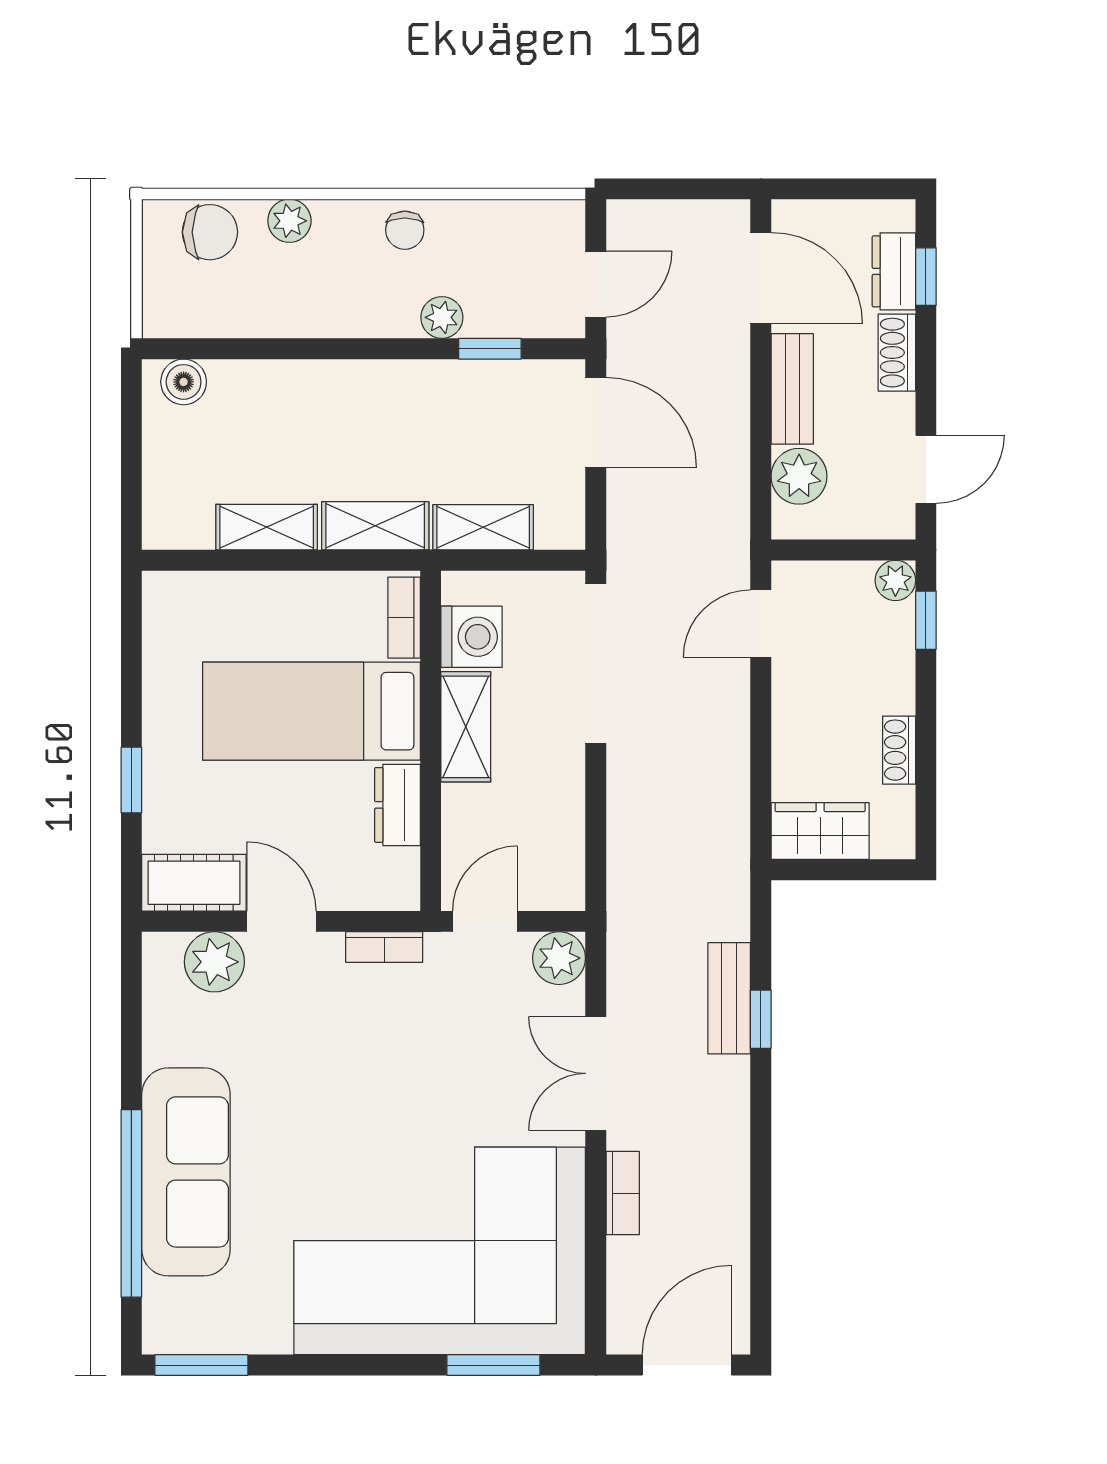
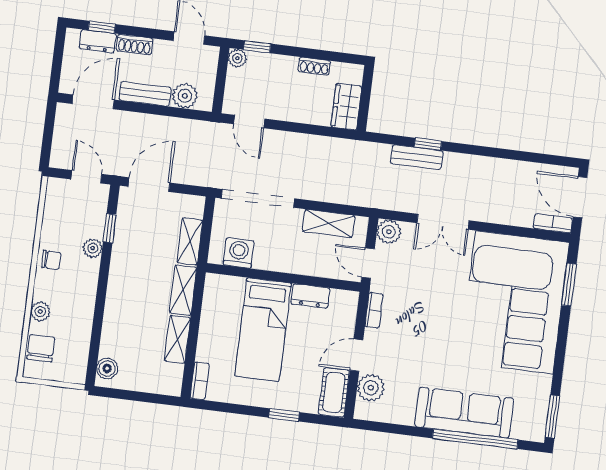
bookcase: (404, 618) -> (200, 381), moved, turned -90
shelving: (466, 727) -> (329, 223), moved
bookcase: (623, 1193) -> (553, 223), moved

